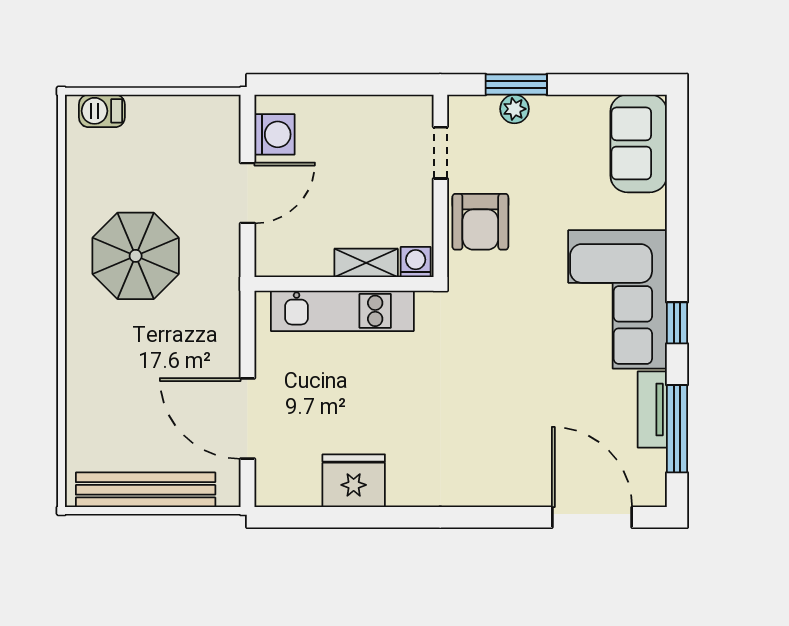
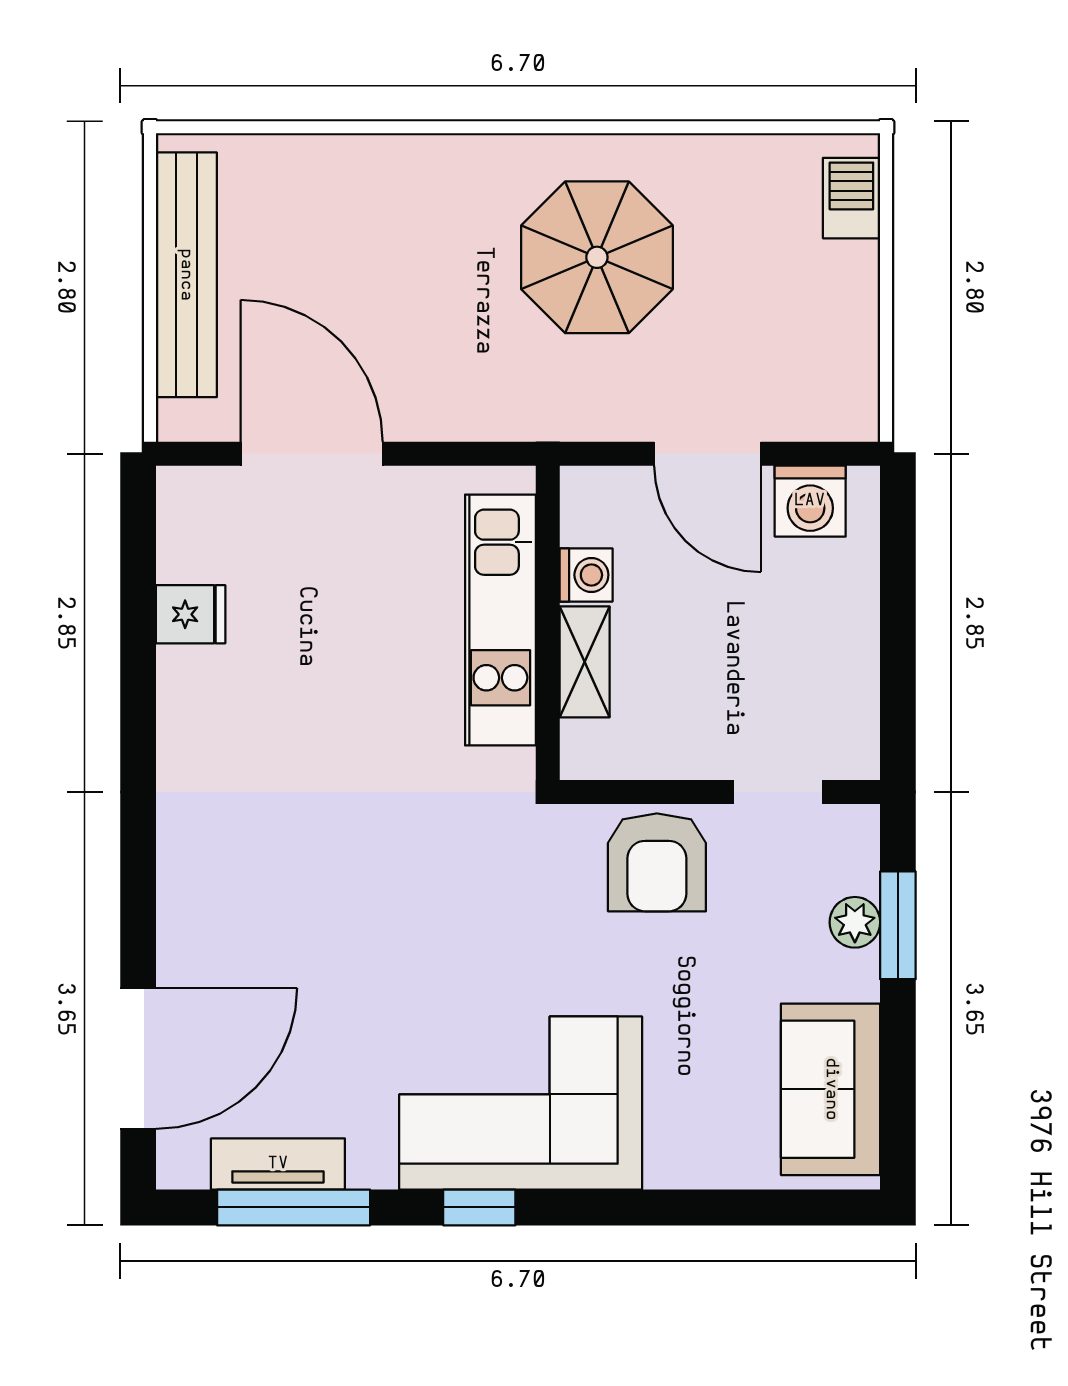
sofa: (639, 143) -> (831, 1089), moved, turned -90
armchair: (480, 222) -> (657, 862), turned -90
washing machine: (416, 262) -> (586, 575), moved
tv unit: (652, 409) -> (278, 1164), moved
door: (247, 418) -> (312, 454), hinge flipped
fridge: (354, 481) -> (191, 614), width x0.53, depth x0.75

